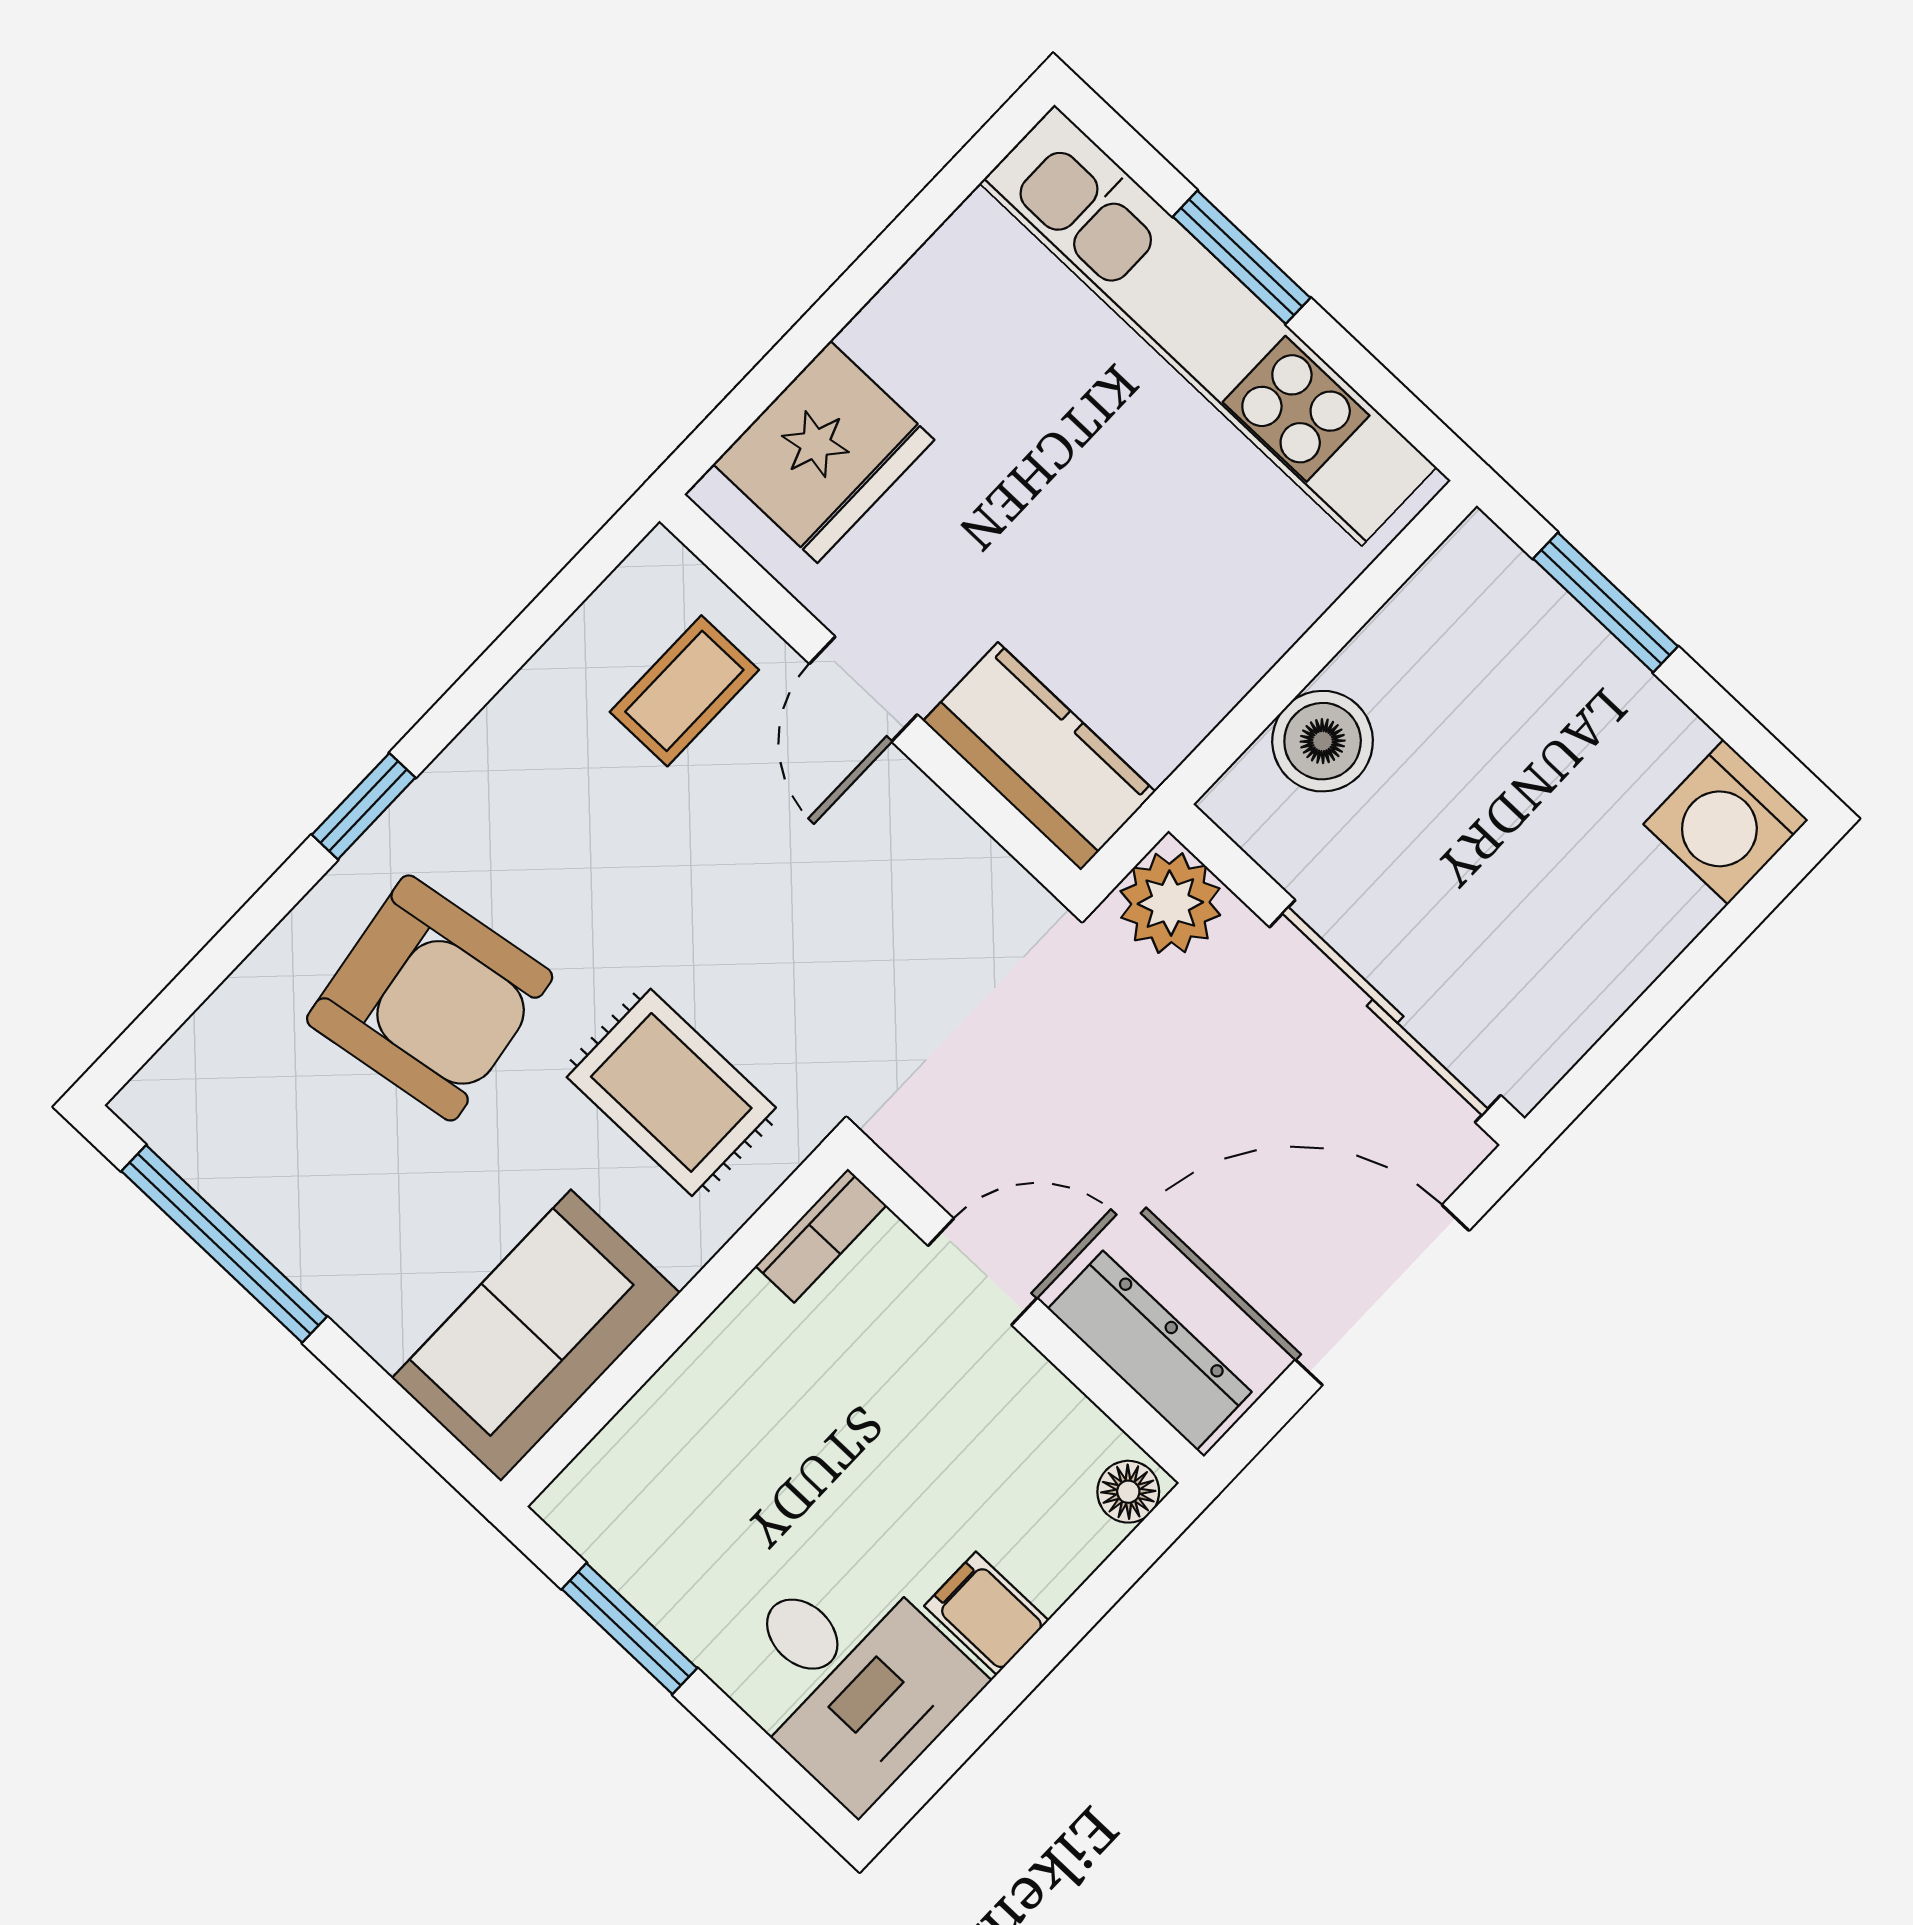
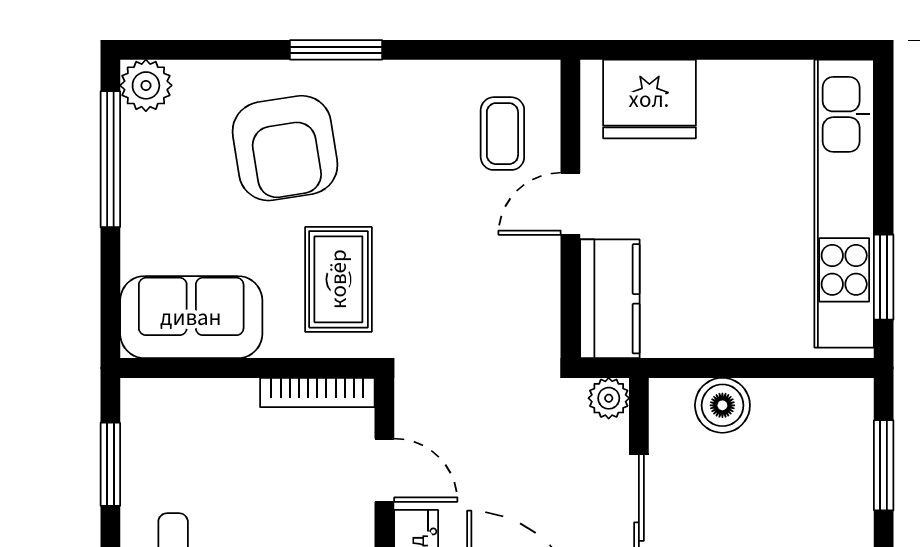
window: (1242, 257) -> (884, 277), moved
coffee table: (684, 691) -> (502, 134), turned 90
window: (364, 806) -> (336, 50), width x1.50
plant: (1170, 903) -> (609, 398), width x0.73, depth x0.73
plant: (171, 1104) -> (146, 85), added
bookcase: (821, 1236) -> (317, 392), width x1.56

